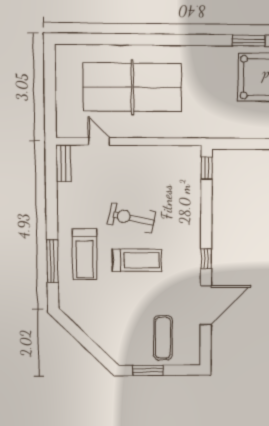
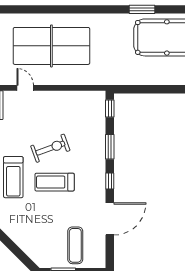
window: (206, 216) -> (110, 147), added
exercise bike: (131, 218) -> (50, 148), turned 148
treadmill: (137, 260) -> (55, 182), turned 180

